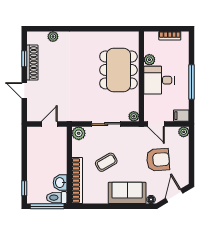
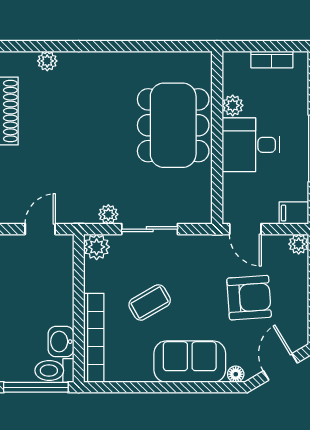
plant: (134, 116) -> (108, 214), moved

